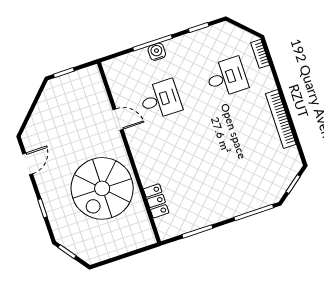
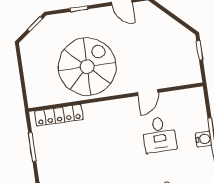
spiral stairs: (102, 188) -> (87, 67), turned 90
locker: (156, 201) -> (59, 115), width x1.53

